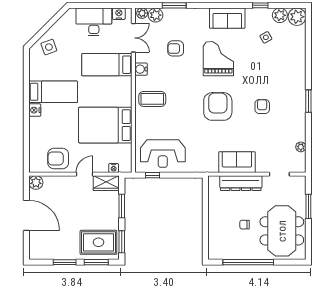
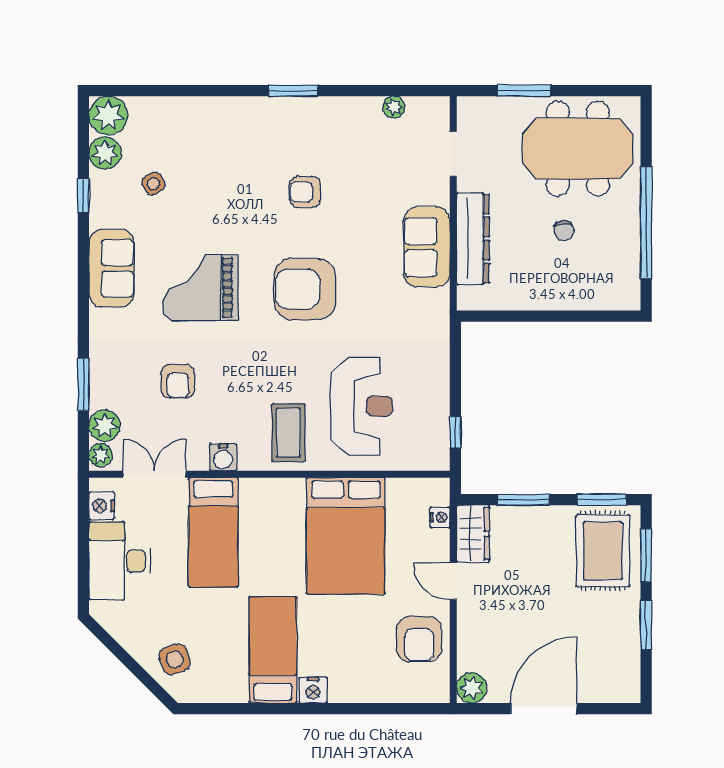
reception desk: (163, 153) -> (362, 406), moved

